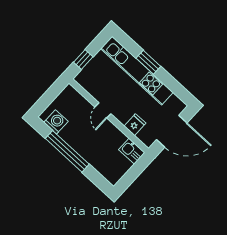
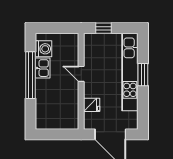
door: (103, 110) -> (81, 74), hinge flipped
kitchen sink: (132, 151) -> (43, 68), moved, turned 180

